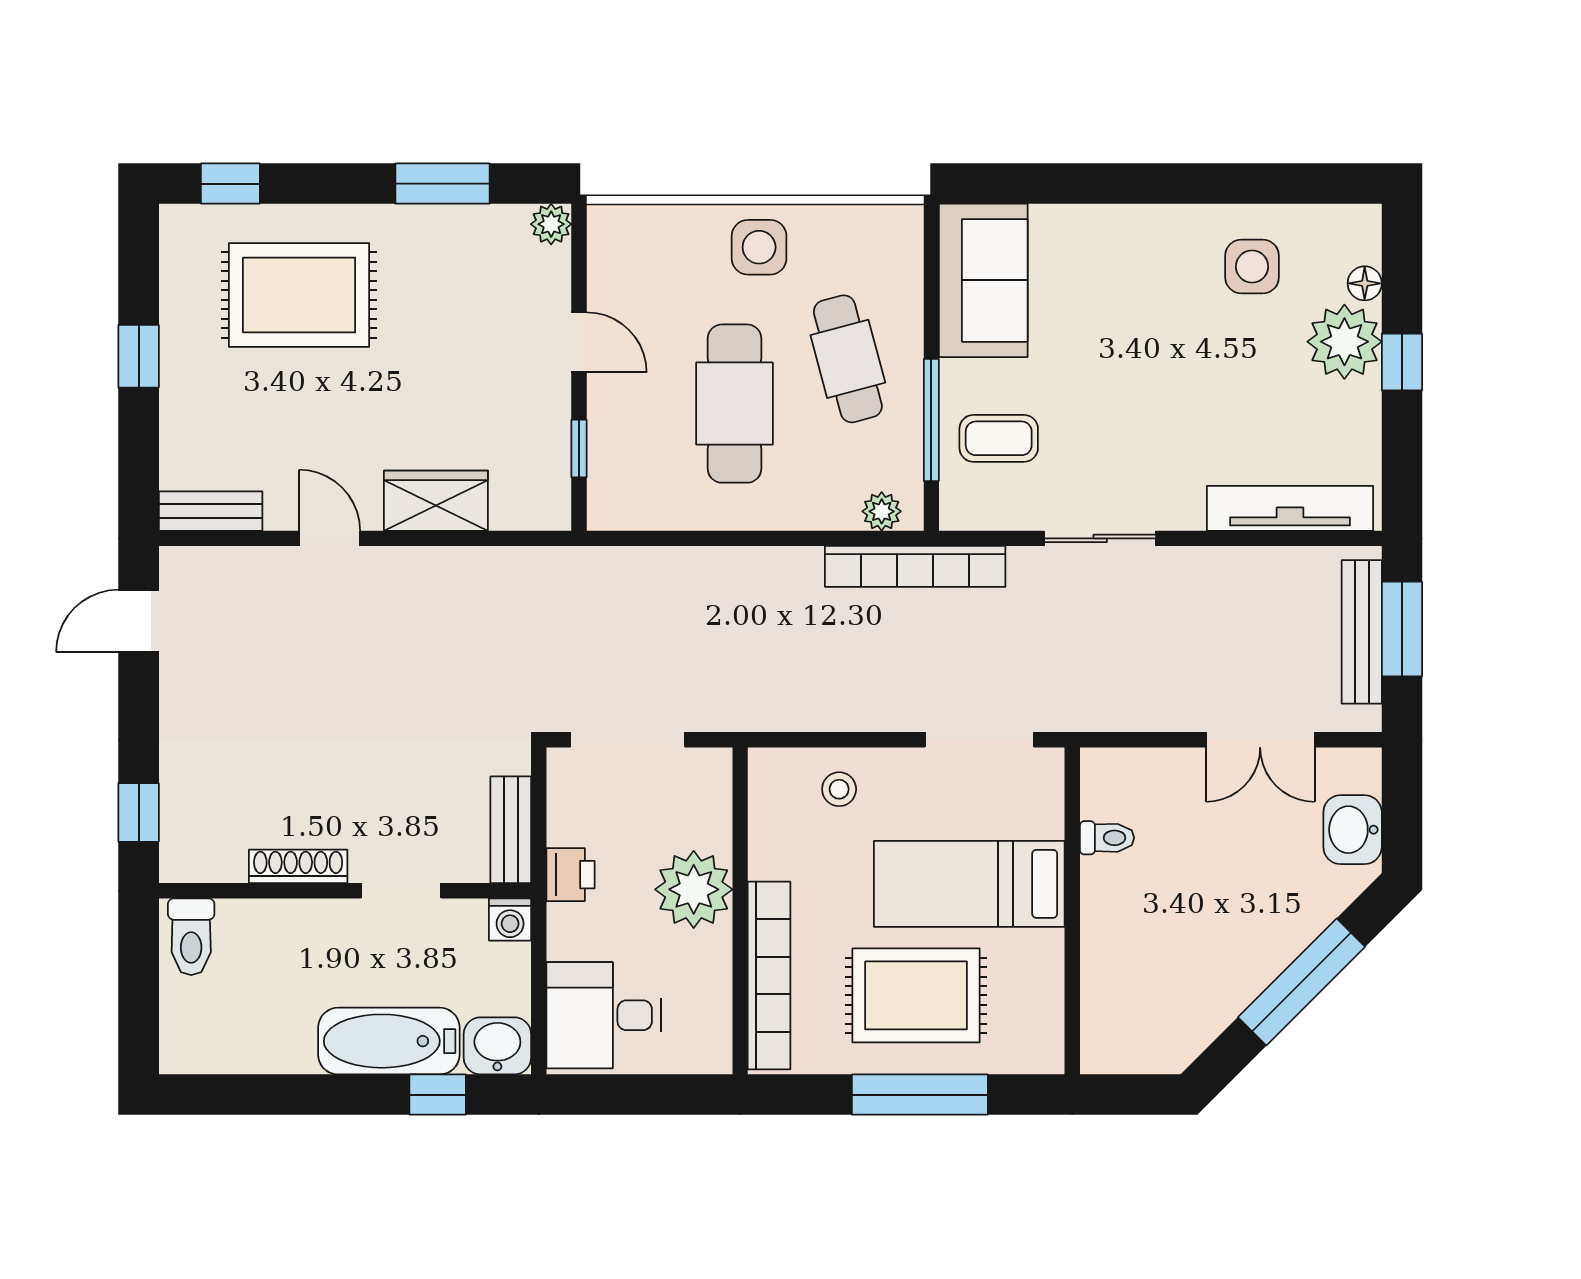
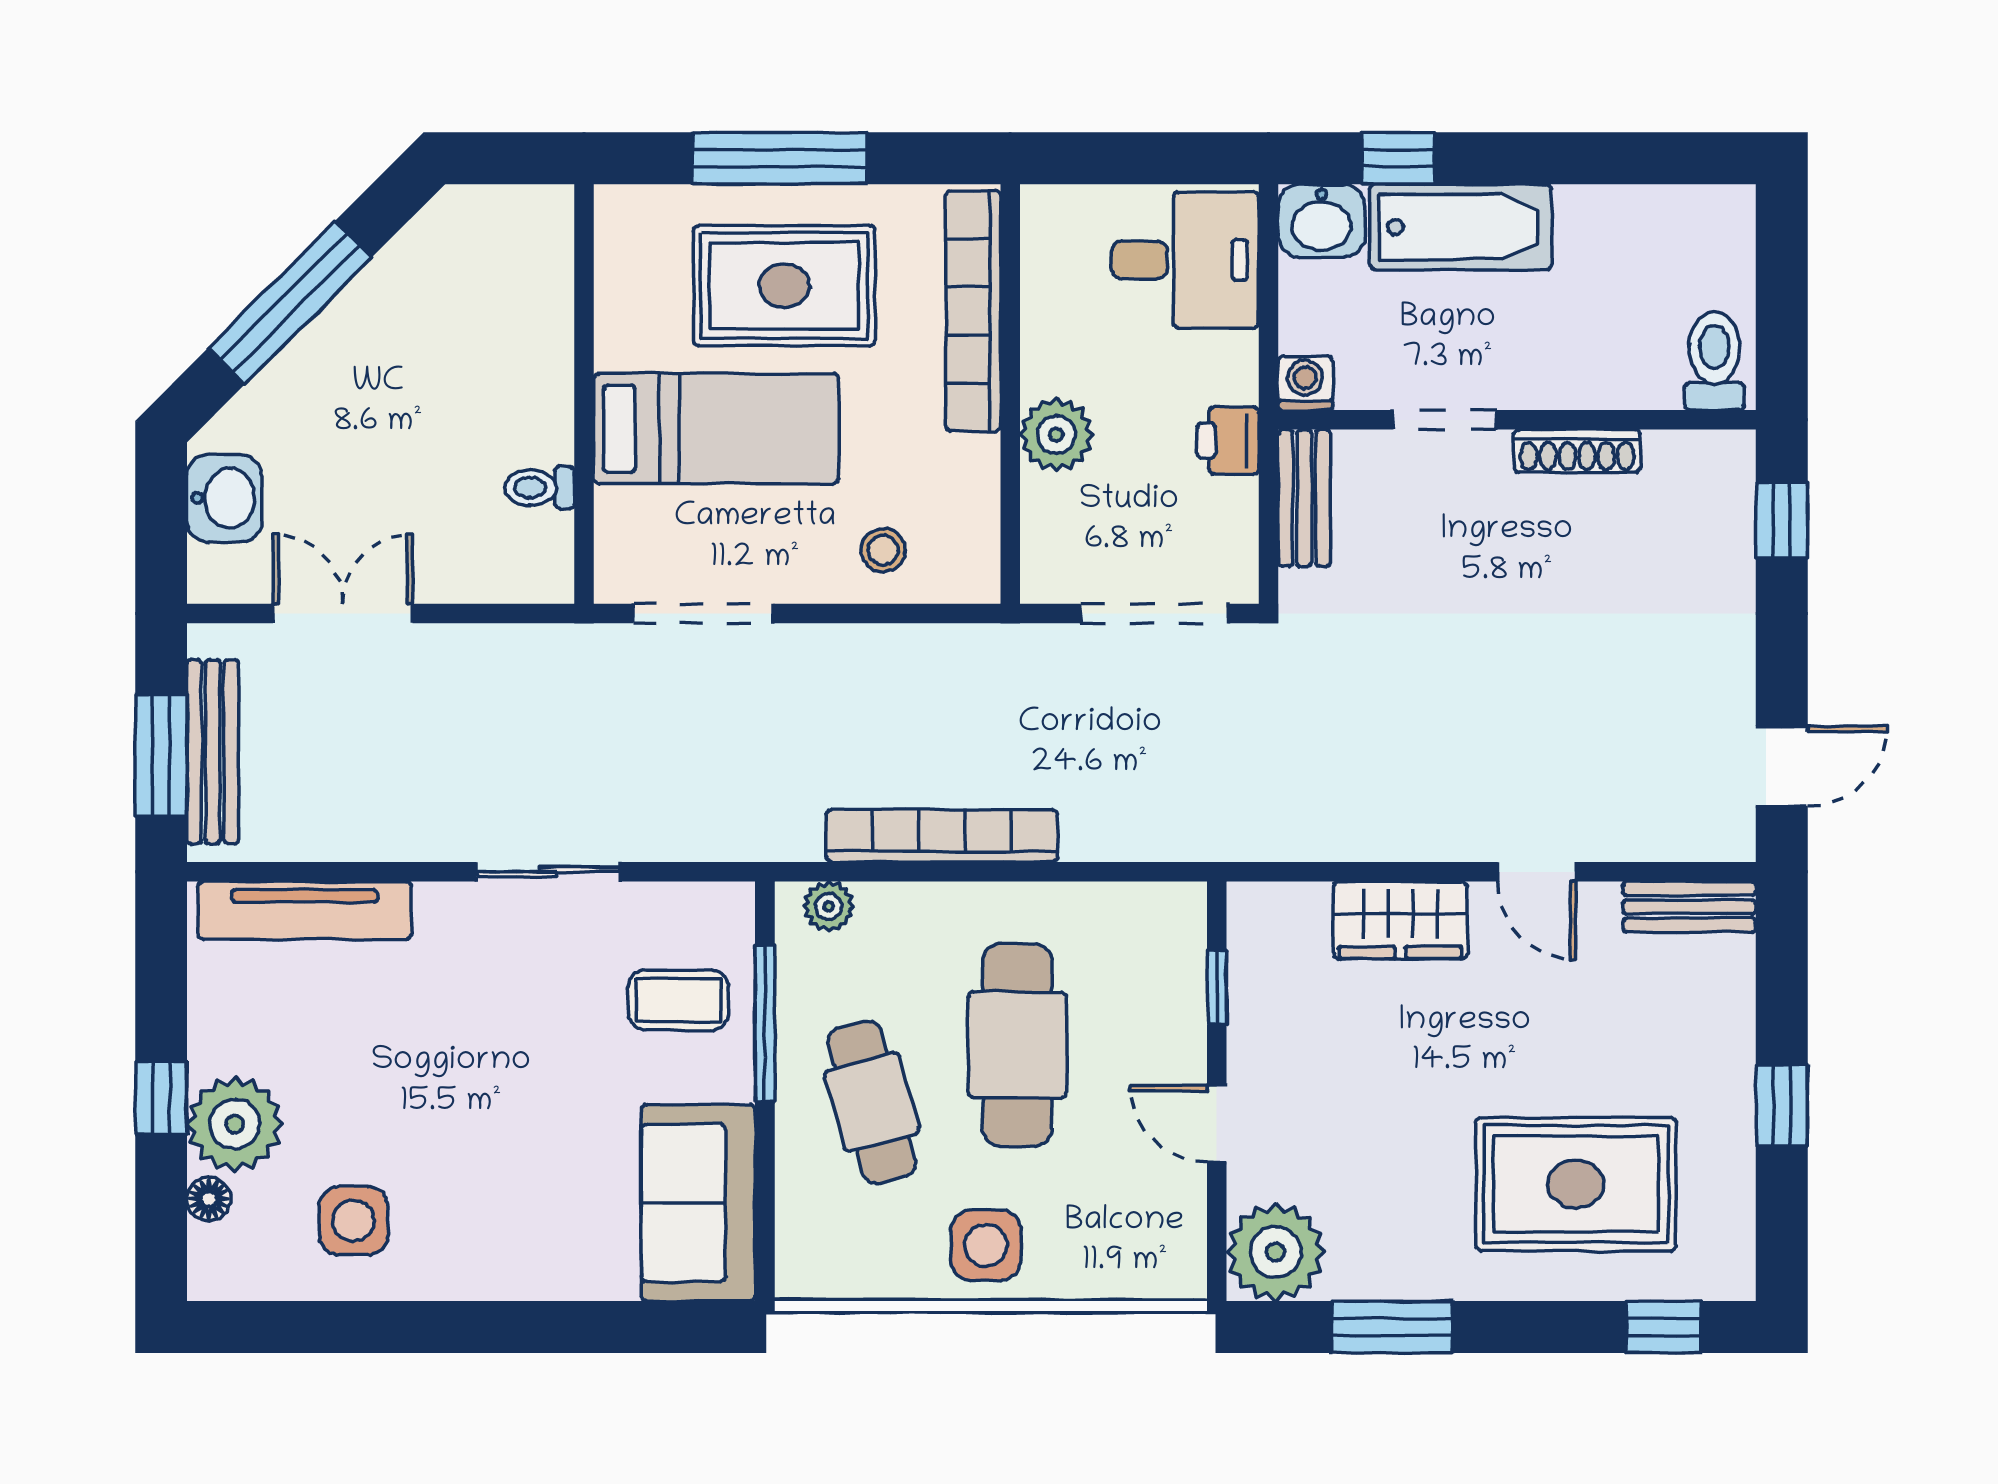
plant: (551, 224) -> (1276, 1252), width x1.88, depth x1.88
bookcase: (915, 566) -> (942, 836), moved
plant: (694, 889) -> (1056, 435), width x0.73, depth x0.73

